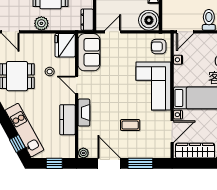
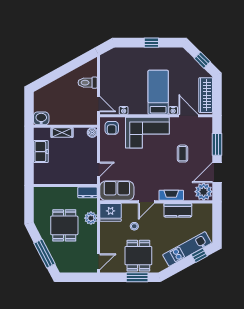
boiler: (149, 20) -> (92, 132), width x0.54, depth x0.54
plant: (41, 23) -> (91, 218), moved
door: (113, 32) -> (99, 169), swing flipped
plant: (83, 153) -> (204, 192), width x1.87, depth x1.87
window: (54, 163) -> (217, 222), removed

